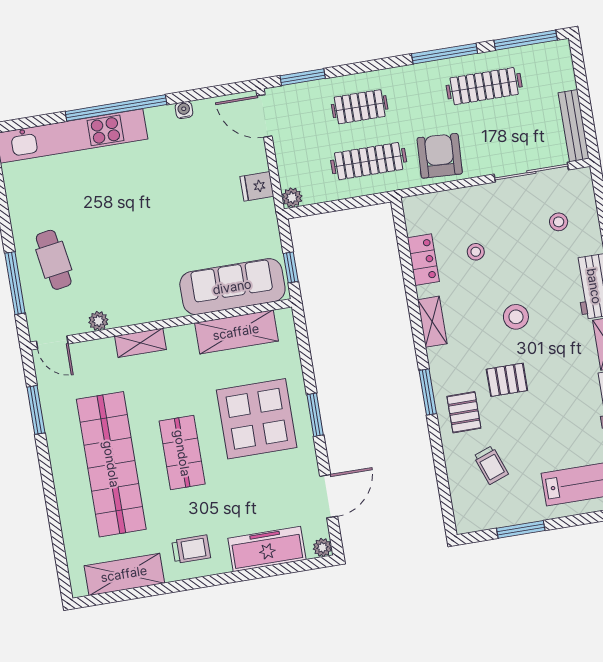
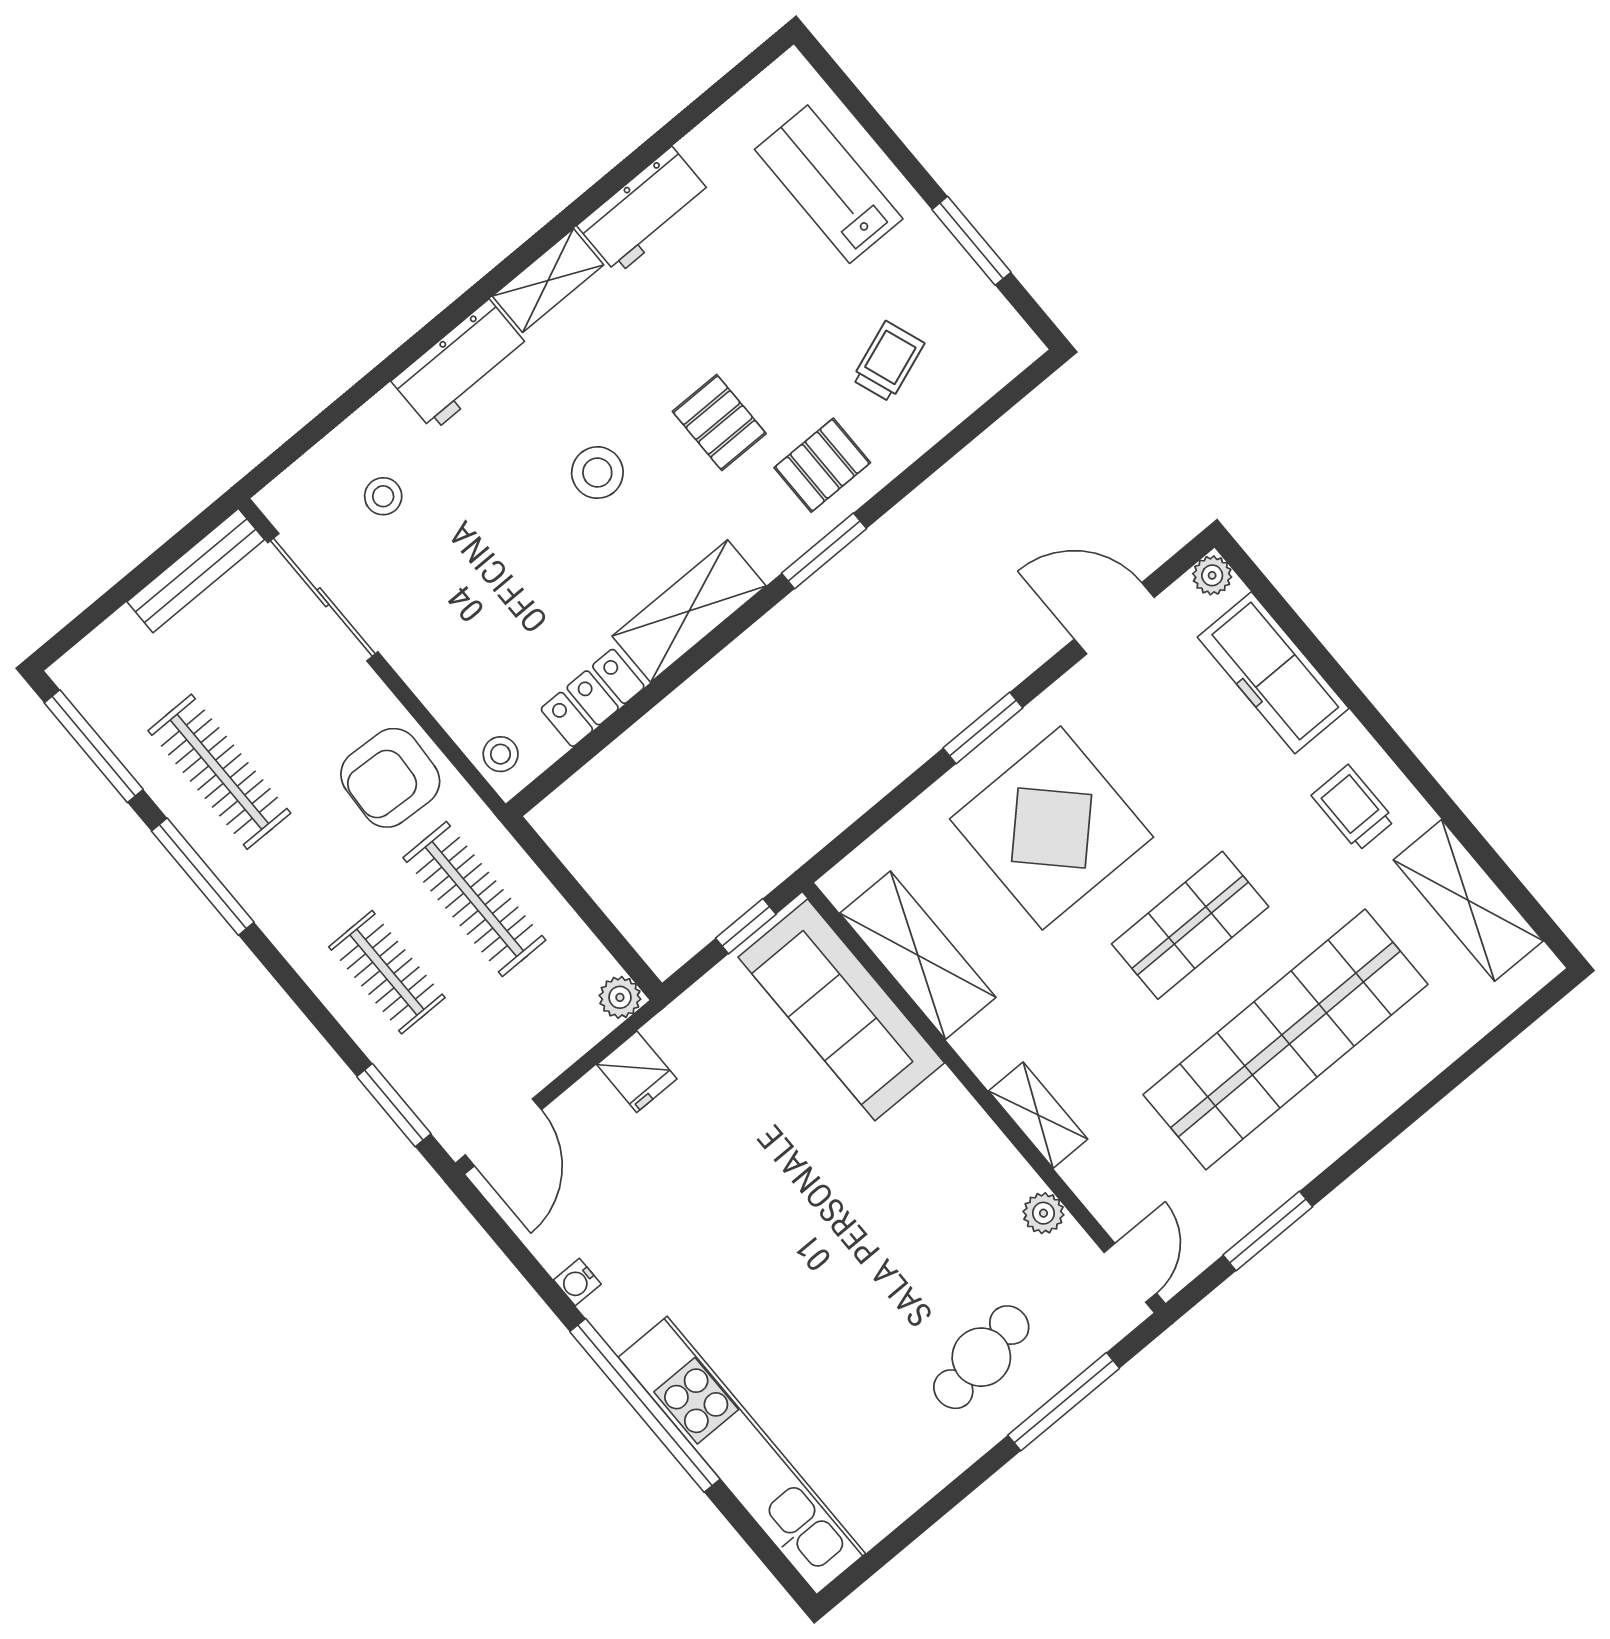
stool: (476, 252) -> (501, 754), moved
shelving: (432, 322) -> (689, 611), width x1.50, depth x1.33

